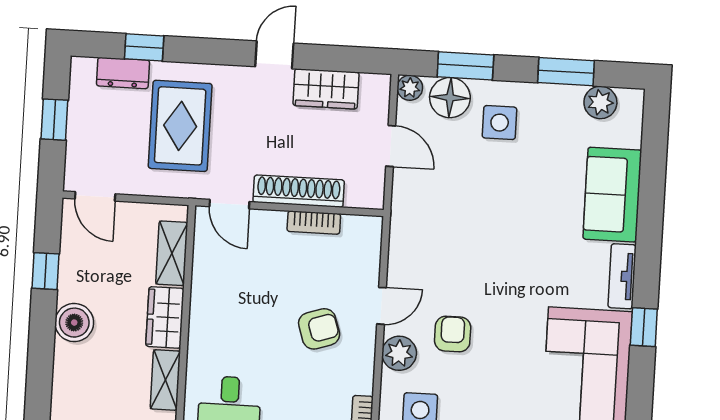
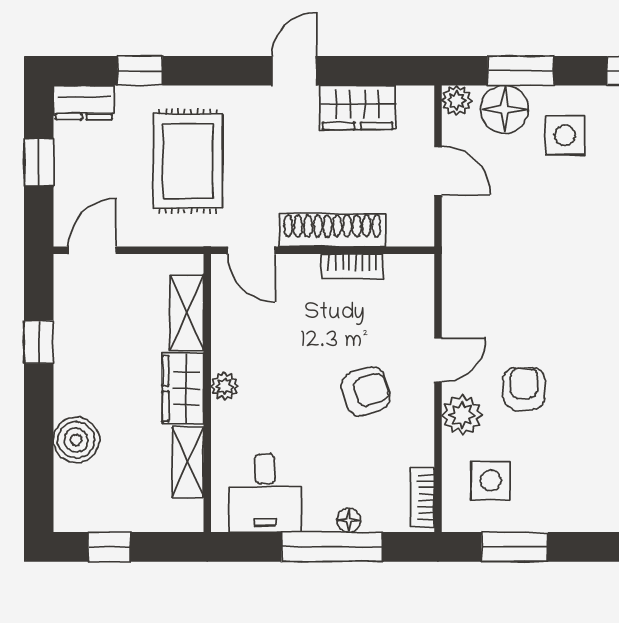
dresser: (123, 73) -> (84, 103), moved
door: (95, 196) -> (92, 250), swing flipped
plant: (200, 318) -> (225, 386), added
boiler: (74, 323) -> (76, 440), moved

